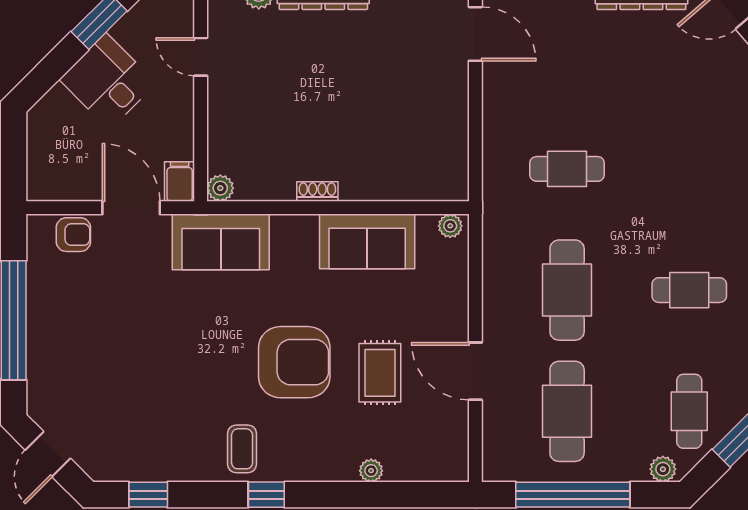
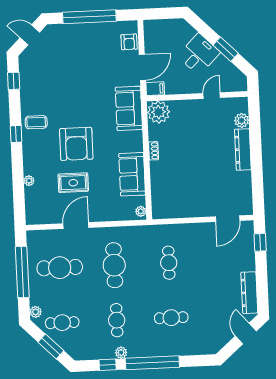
cafe table: (689, 169) -> (171, 318), added
plant: (220, 188) -> (159, 112), width x1.88, depth x1.88
cafe table: (567, 290) -> (114, 265), turned 90

